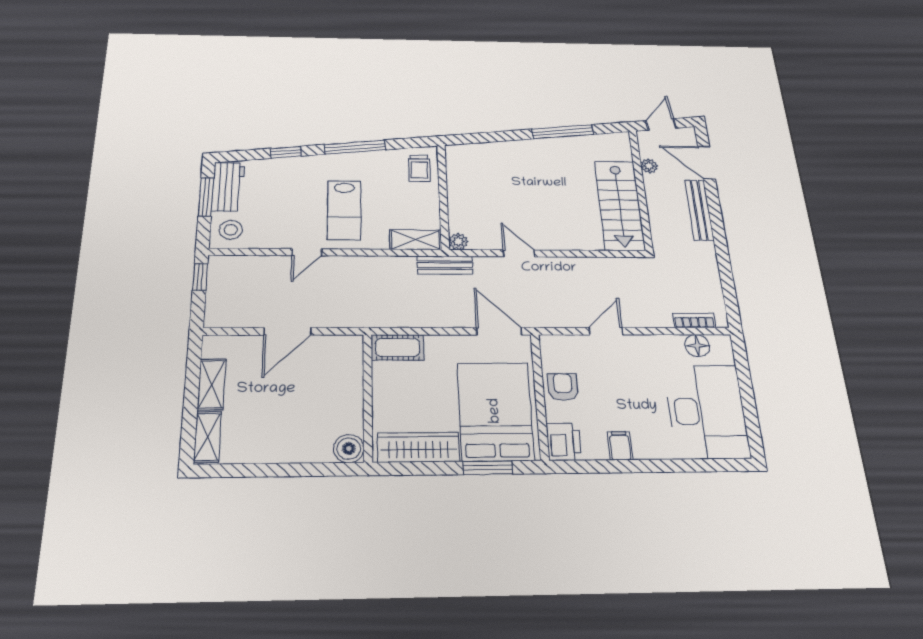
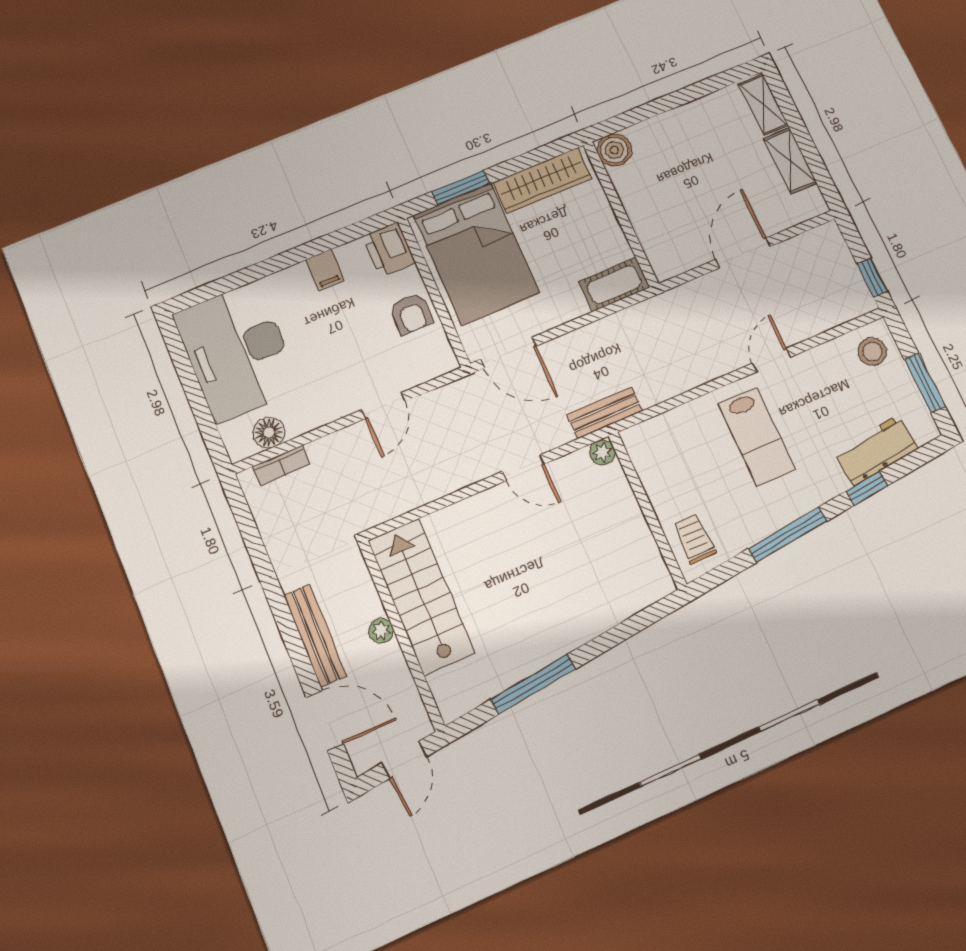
plant: (649, 166) -> (381, 631), moved
workbench: (228, 187) -> (876, 450), moved, turned 84
lab bench: (344, 210) -> (757, 437), turned 180
shelving: (416, 240) -> (654, 432), removed

